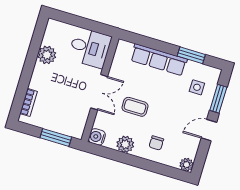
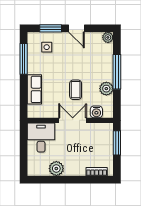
window: (191, 55) -> (24, 59), width x1.44
row of seats: (159, 60) -> (34, 89), width x0.68
water cooler: (97, 137) -> (96, 112), moved
chair: (156, 143) -> (98, 65), removed
window: (142, 163) -> (117, 72), added

